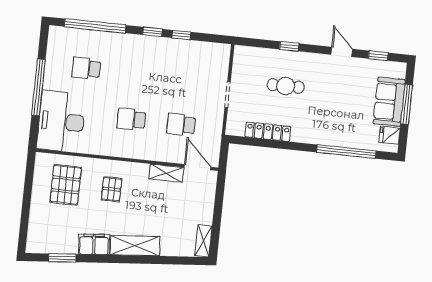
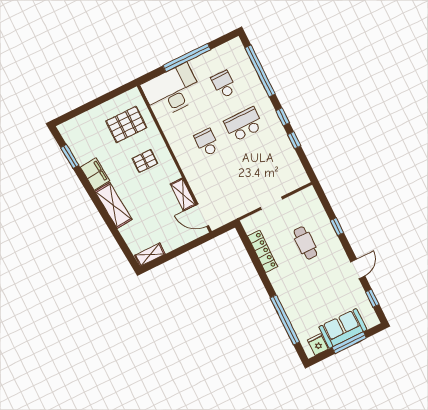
school desk: (181, 125) -> (244, 124), moved, width x1.85
door: (198, 167) -> (202, 215), swing flipped

